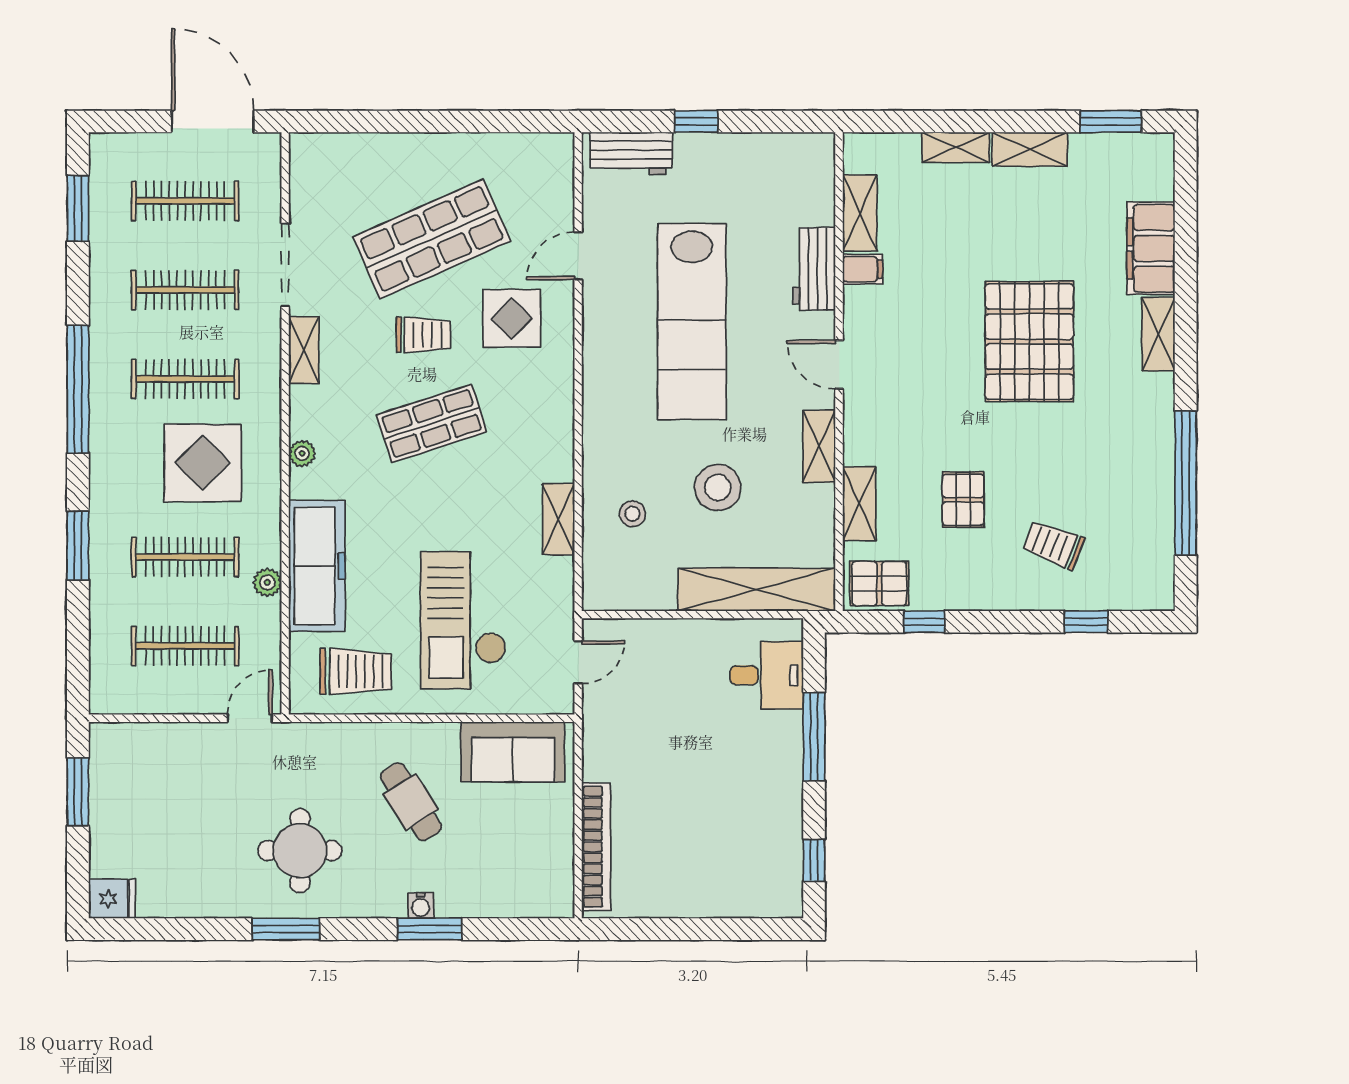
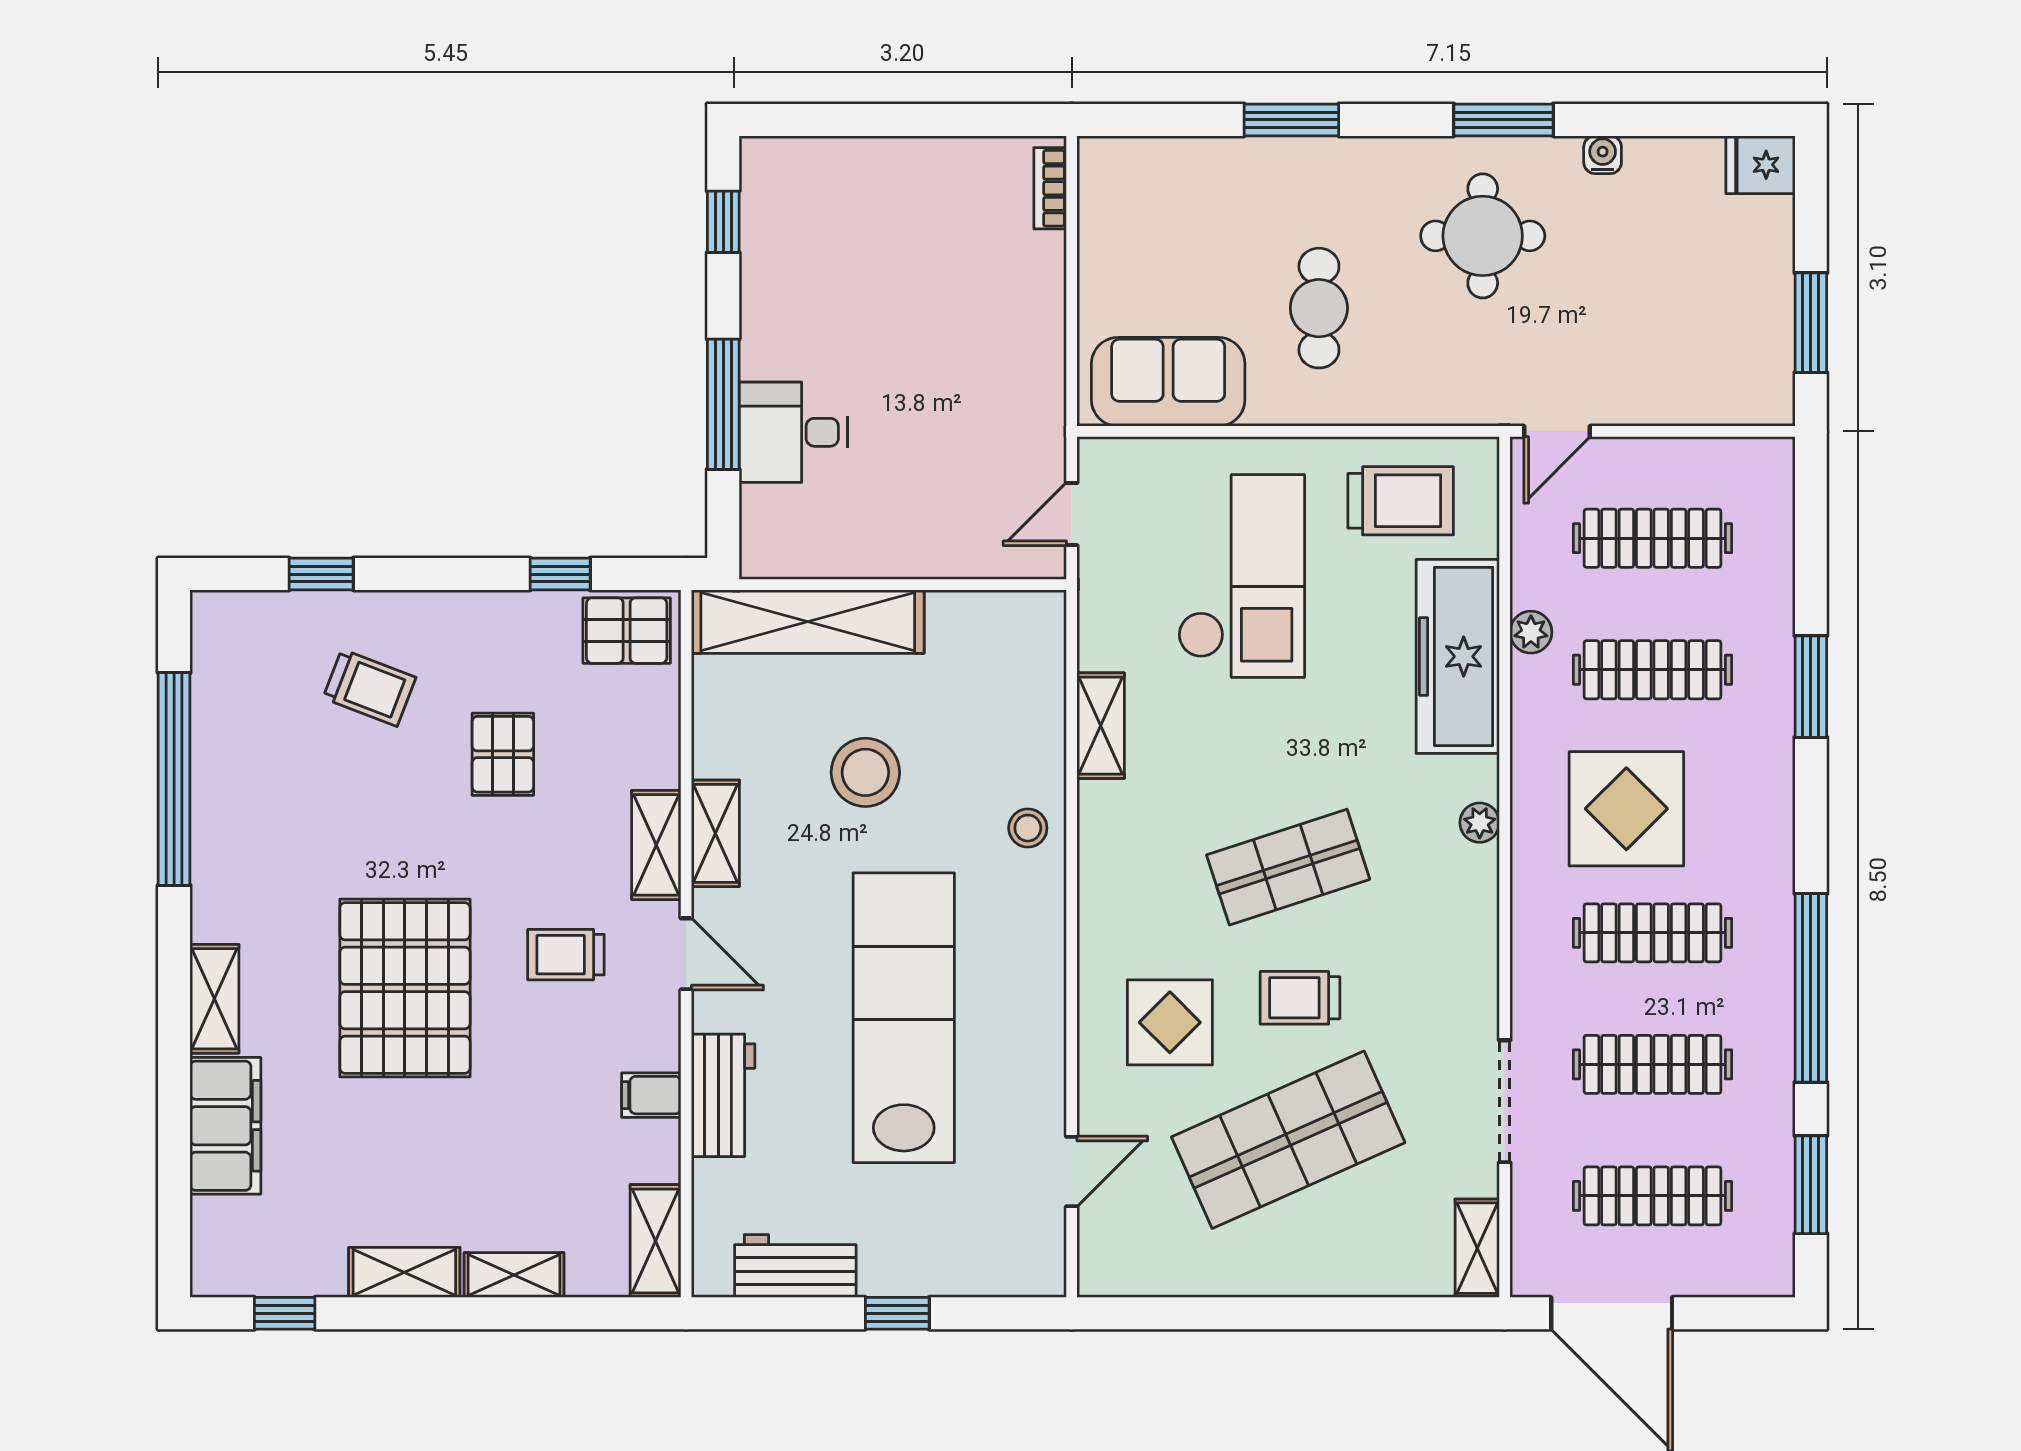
window: (1111, 121) -> (285, 1313), width x0.67
workbench: (631, 153) -> (795, 1266), moved
shelving: (860, 213) -> (656, 1241), moved
door: (578, 256) -> (1072, 1171), moved
shelving: (304, 350) -> (1477, 1248), moved
trolley: (920, 364) -> (566, 955), added
window: (78, 389) -> (1811, 988), moved
shelving: (859, 504) -> (656, 845), moved
stool: (632, 514) -> (1028, 828), moved
trolley: (356, 671) -> (1401, 501), turned 180
desk: (767, 675) -> (793, 432), moved
cafe table: (411, 802) -> (1319, 308), turned 32
bookcase: (596, 847) -> (1050, 188), width x0.43, depth x0.76
water cooler: (421, 906) -> (1603, 155), moved

